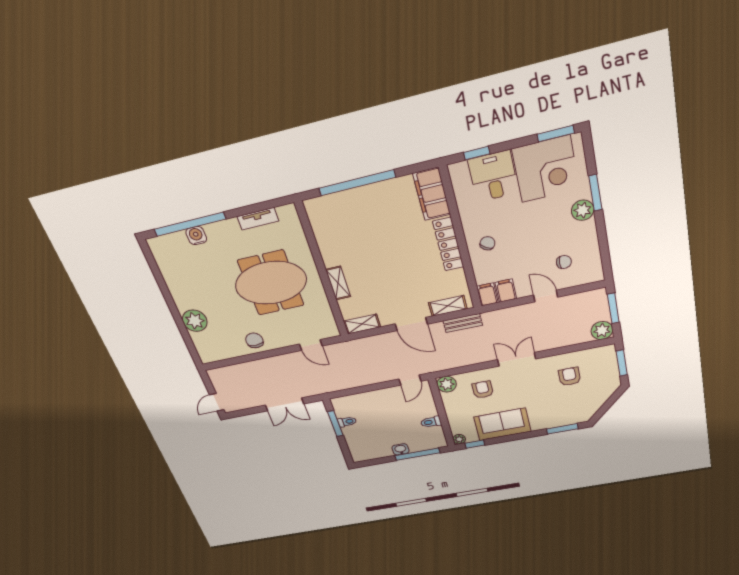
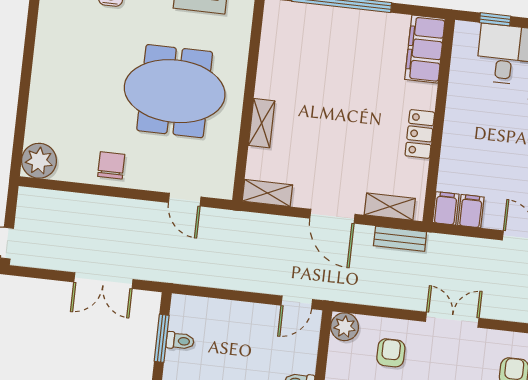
chair: (487, 243) -> (470, 137), removed
locker: (448, 244) -> (420, 134), width x0.66
plant: (195, 321) -> (39, 161), moved

